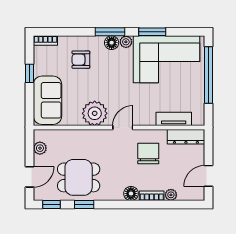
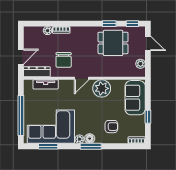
window: (152, 32) -> (48, 146), moved
door: (209, 176) -> (21, 57), moved
door: (30, 177) -> (148, 43), swing flipped
floor lamp: (131, 194) -> (76, 32), removed

